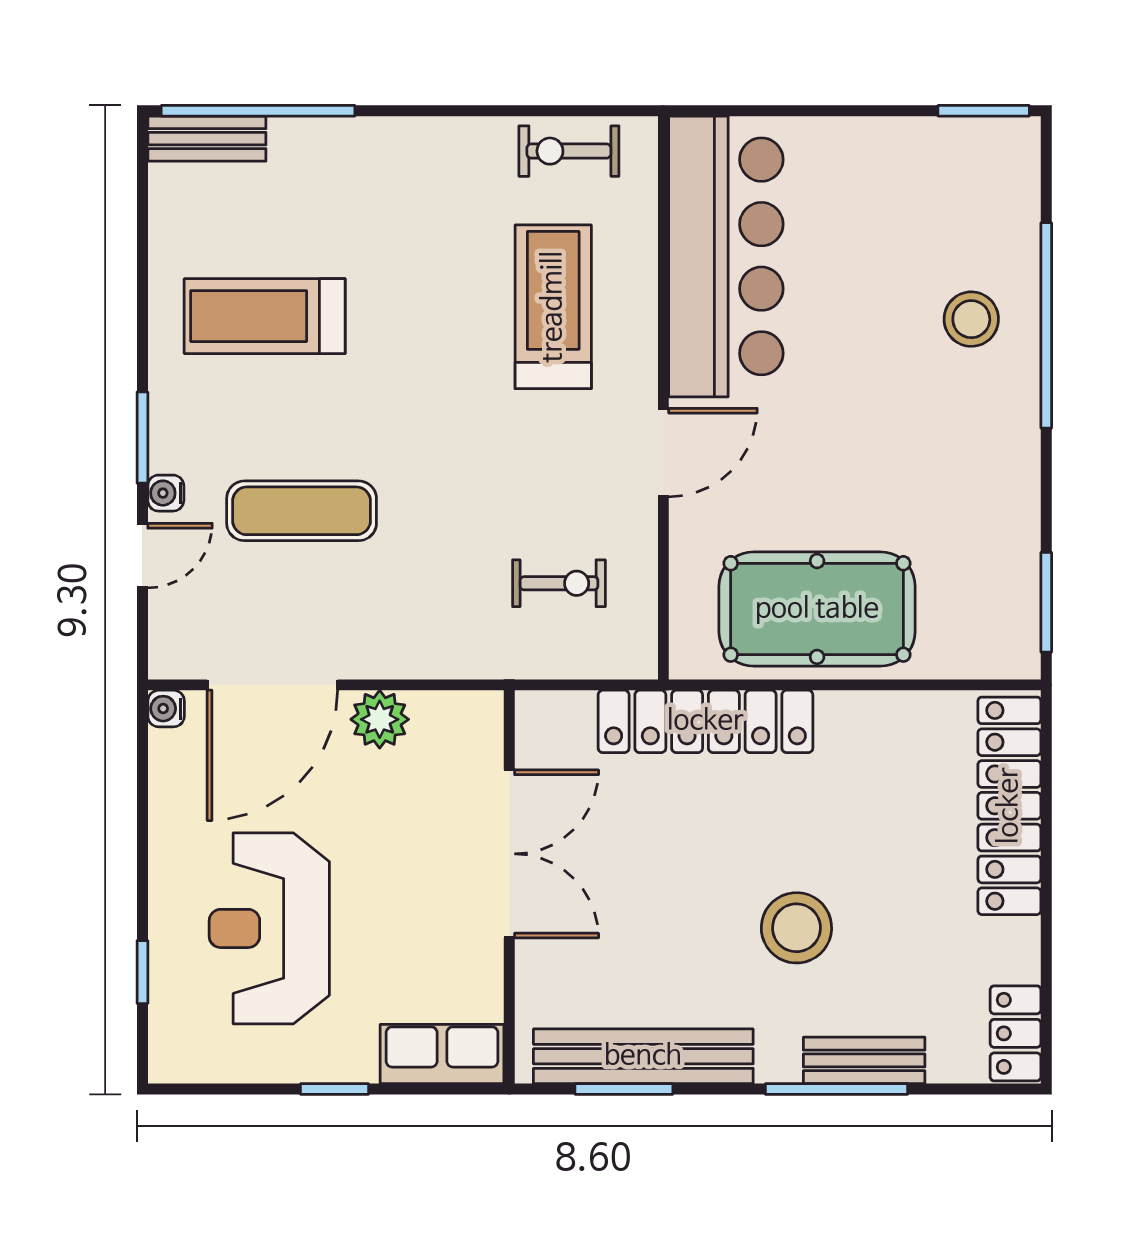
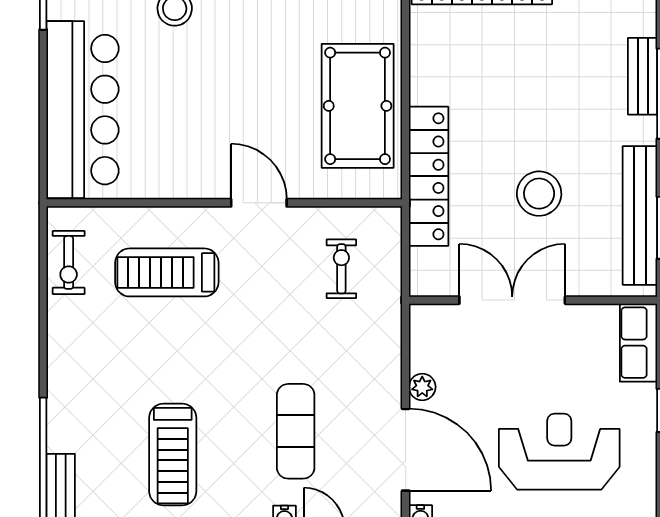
bar counter: (726, 256) -> (83, 110), moved, turned 90
plant: (380, 719) -> (422, 387), width x0.73, depth x0.73
reception desk: (269, 928) -> (559, 452), turned 180
stool: (796, 928) -> (539, 194), moved

